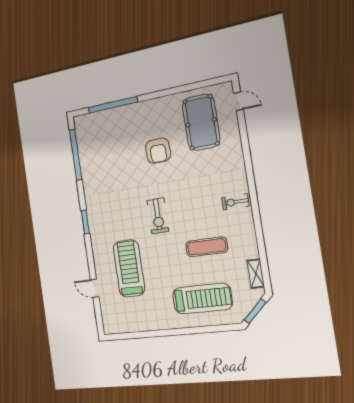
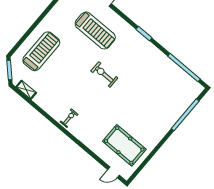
armchair: (158, 151) -> (135, 110), removed
exercise mat: (207, 247) -> (63, 81), removed
treadmill: (202, 299) -> (41, 51), turned 180

